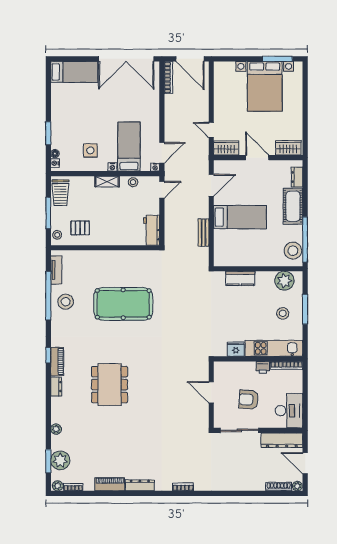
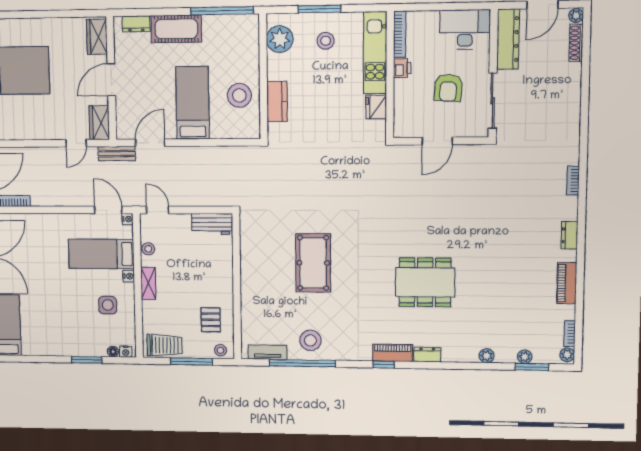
door: (211, 185) -> (150, 143), hinge flipped
bench: (204, 233) -> (117, 154), moved
stool: (293, 251) -> (239, 95), moved
pool table: (123, 304) -> (313, 263), width x0.73, depth x0.76
plant: (60, 460) -> (525, 357), width x0.53, depth x0.53
dresser: (140, 485) -> (570, 235), width x0.70

